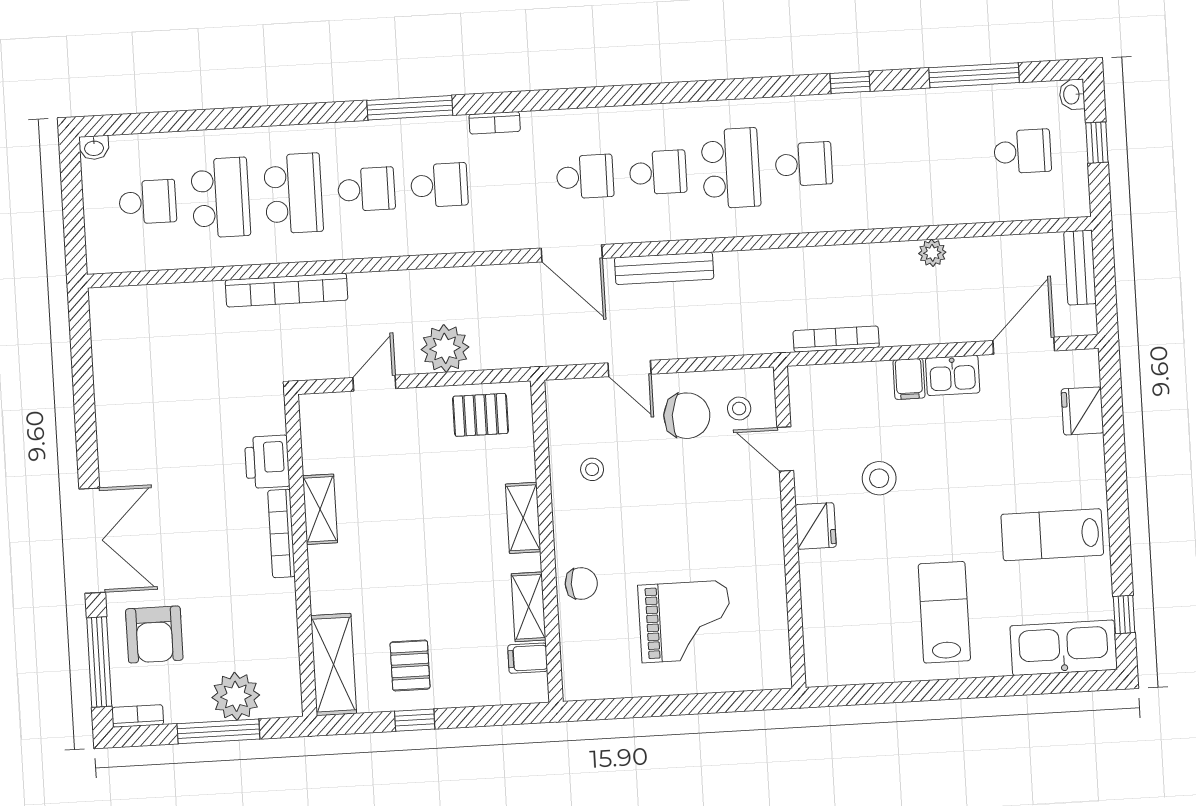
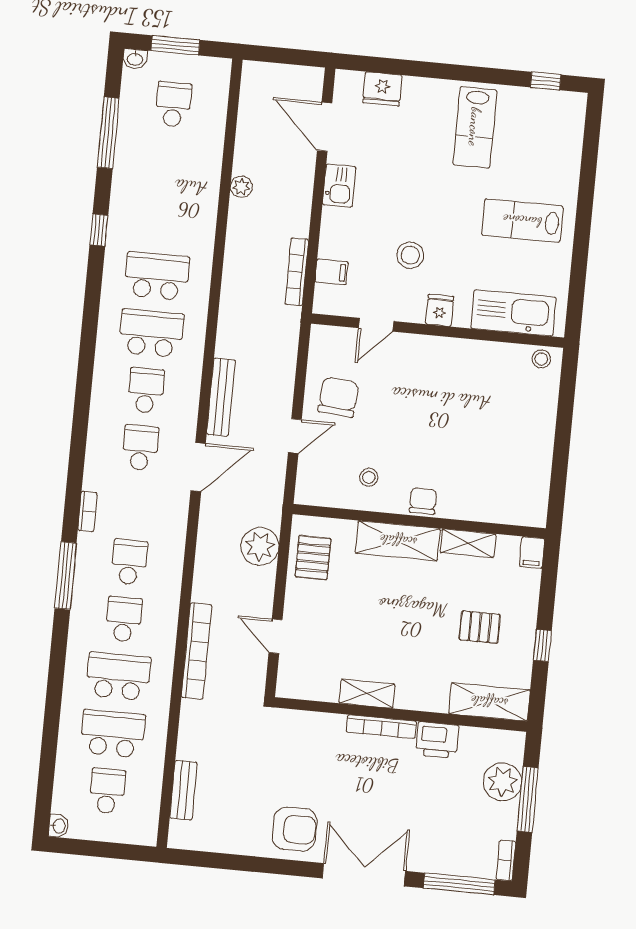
window: (1097, 143) -> (175, 45), width x1.50
school desk: (804, 164) -> (157, 276), width x1.85
bench: (1080, 268) -> (183, 790), moved, turned 90
bookcase: (287, 290) -> (197, 651), moved
plant: (445, 348) -> (260, 546), moved
filing cabinet: (909, 379) -> (332, 272), moved
stool: (739, 409) -> (541, 359), moved
printer: (267, 462) -> (437, 740), moved
shelving: (523, 518) -> (398, 541), width x1.50, depth x1.33
fridge: (816, 526) -> (440, 310), width x0.72
chair: (581, 583) -> (423, 501), moved
grand piano: (685, 621) -> (498, 423), removed
armchair: (154, 634) -> (294, 829), moved
kitchen sink: (1063, 648) -> (513, 313), moved, turned 90
filing cabinet: (528, 658) -> (532, 552), moved
pallet: (410, 665) -> (480, 627), moved

